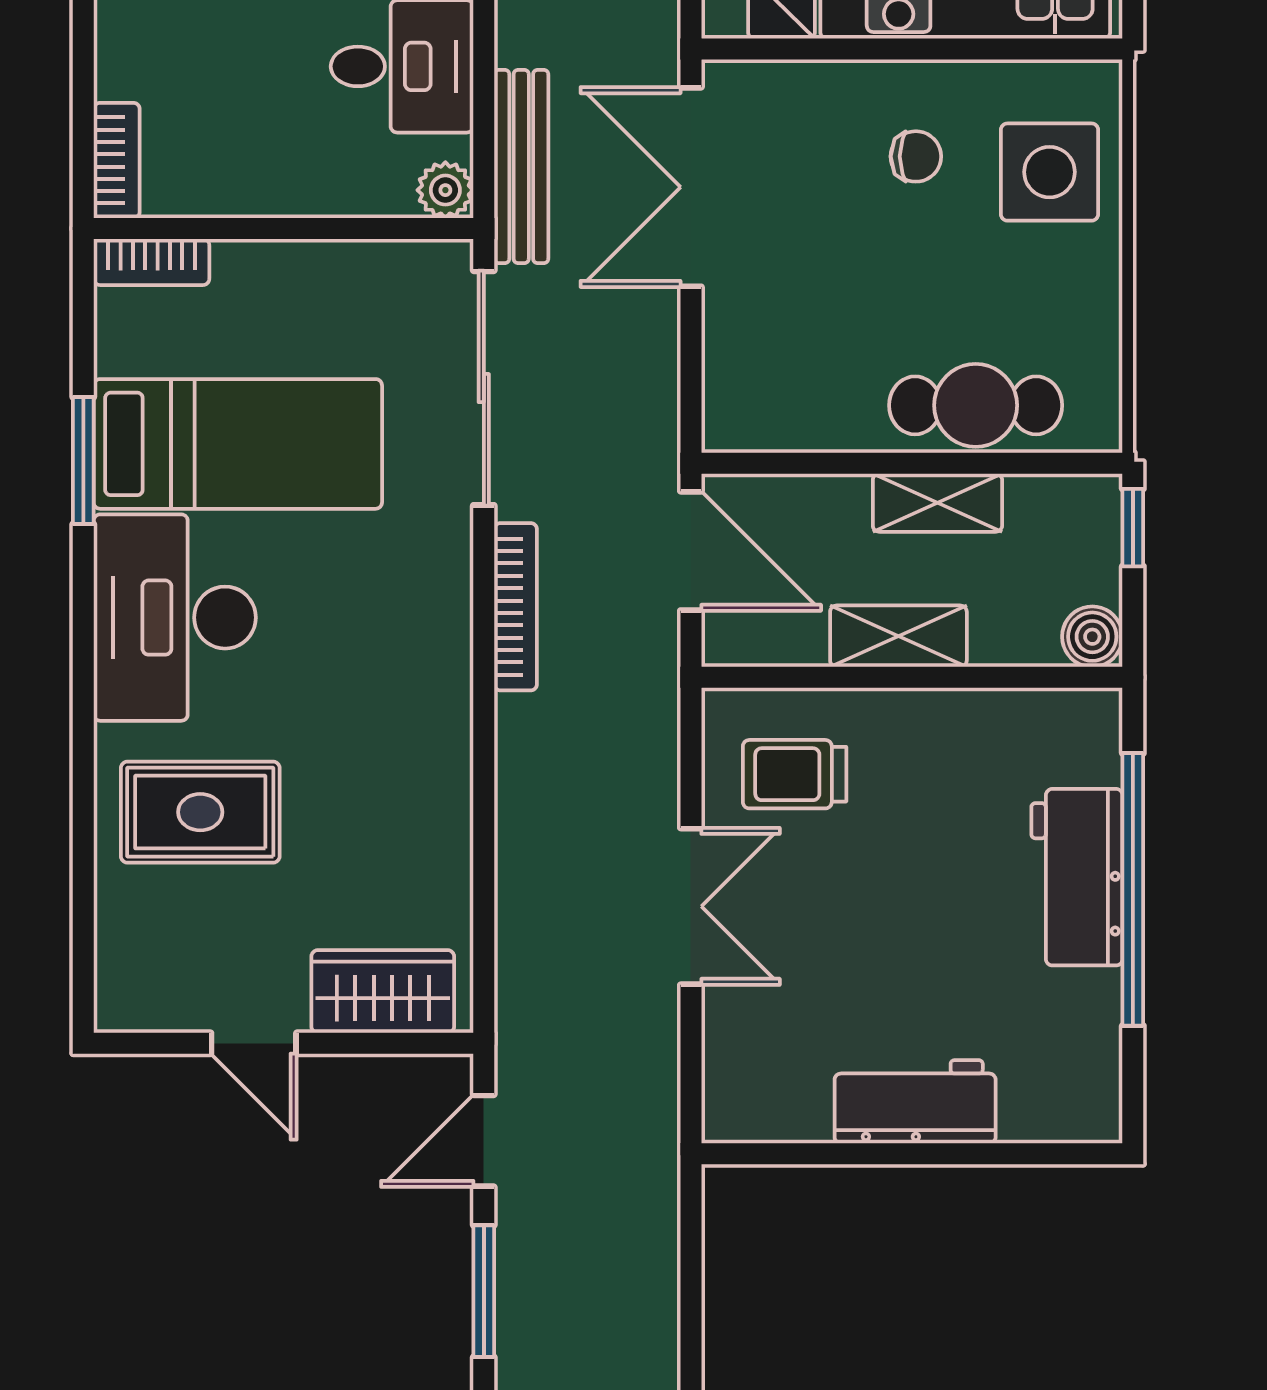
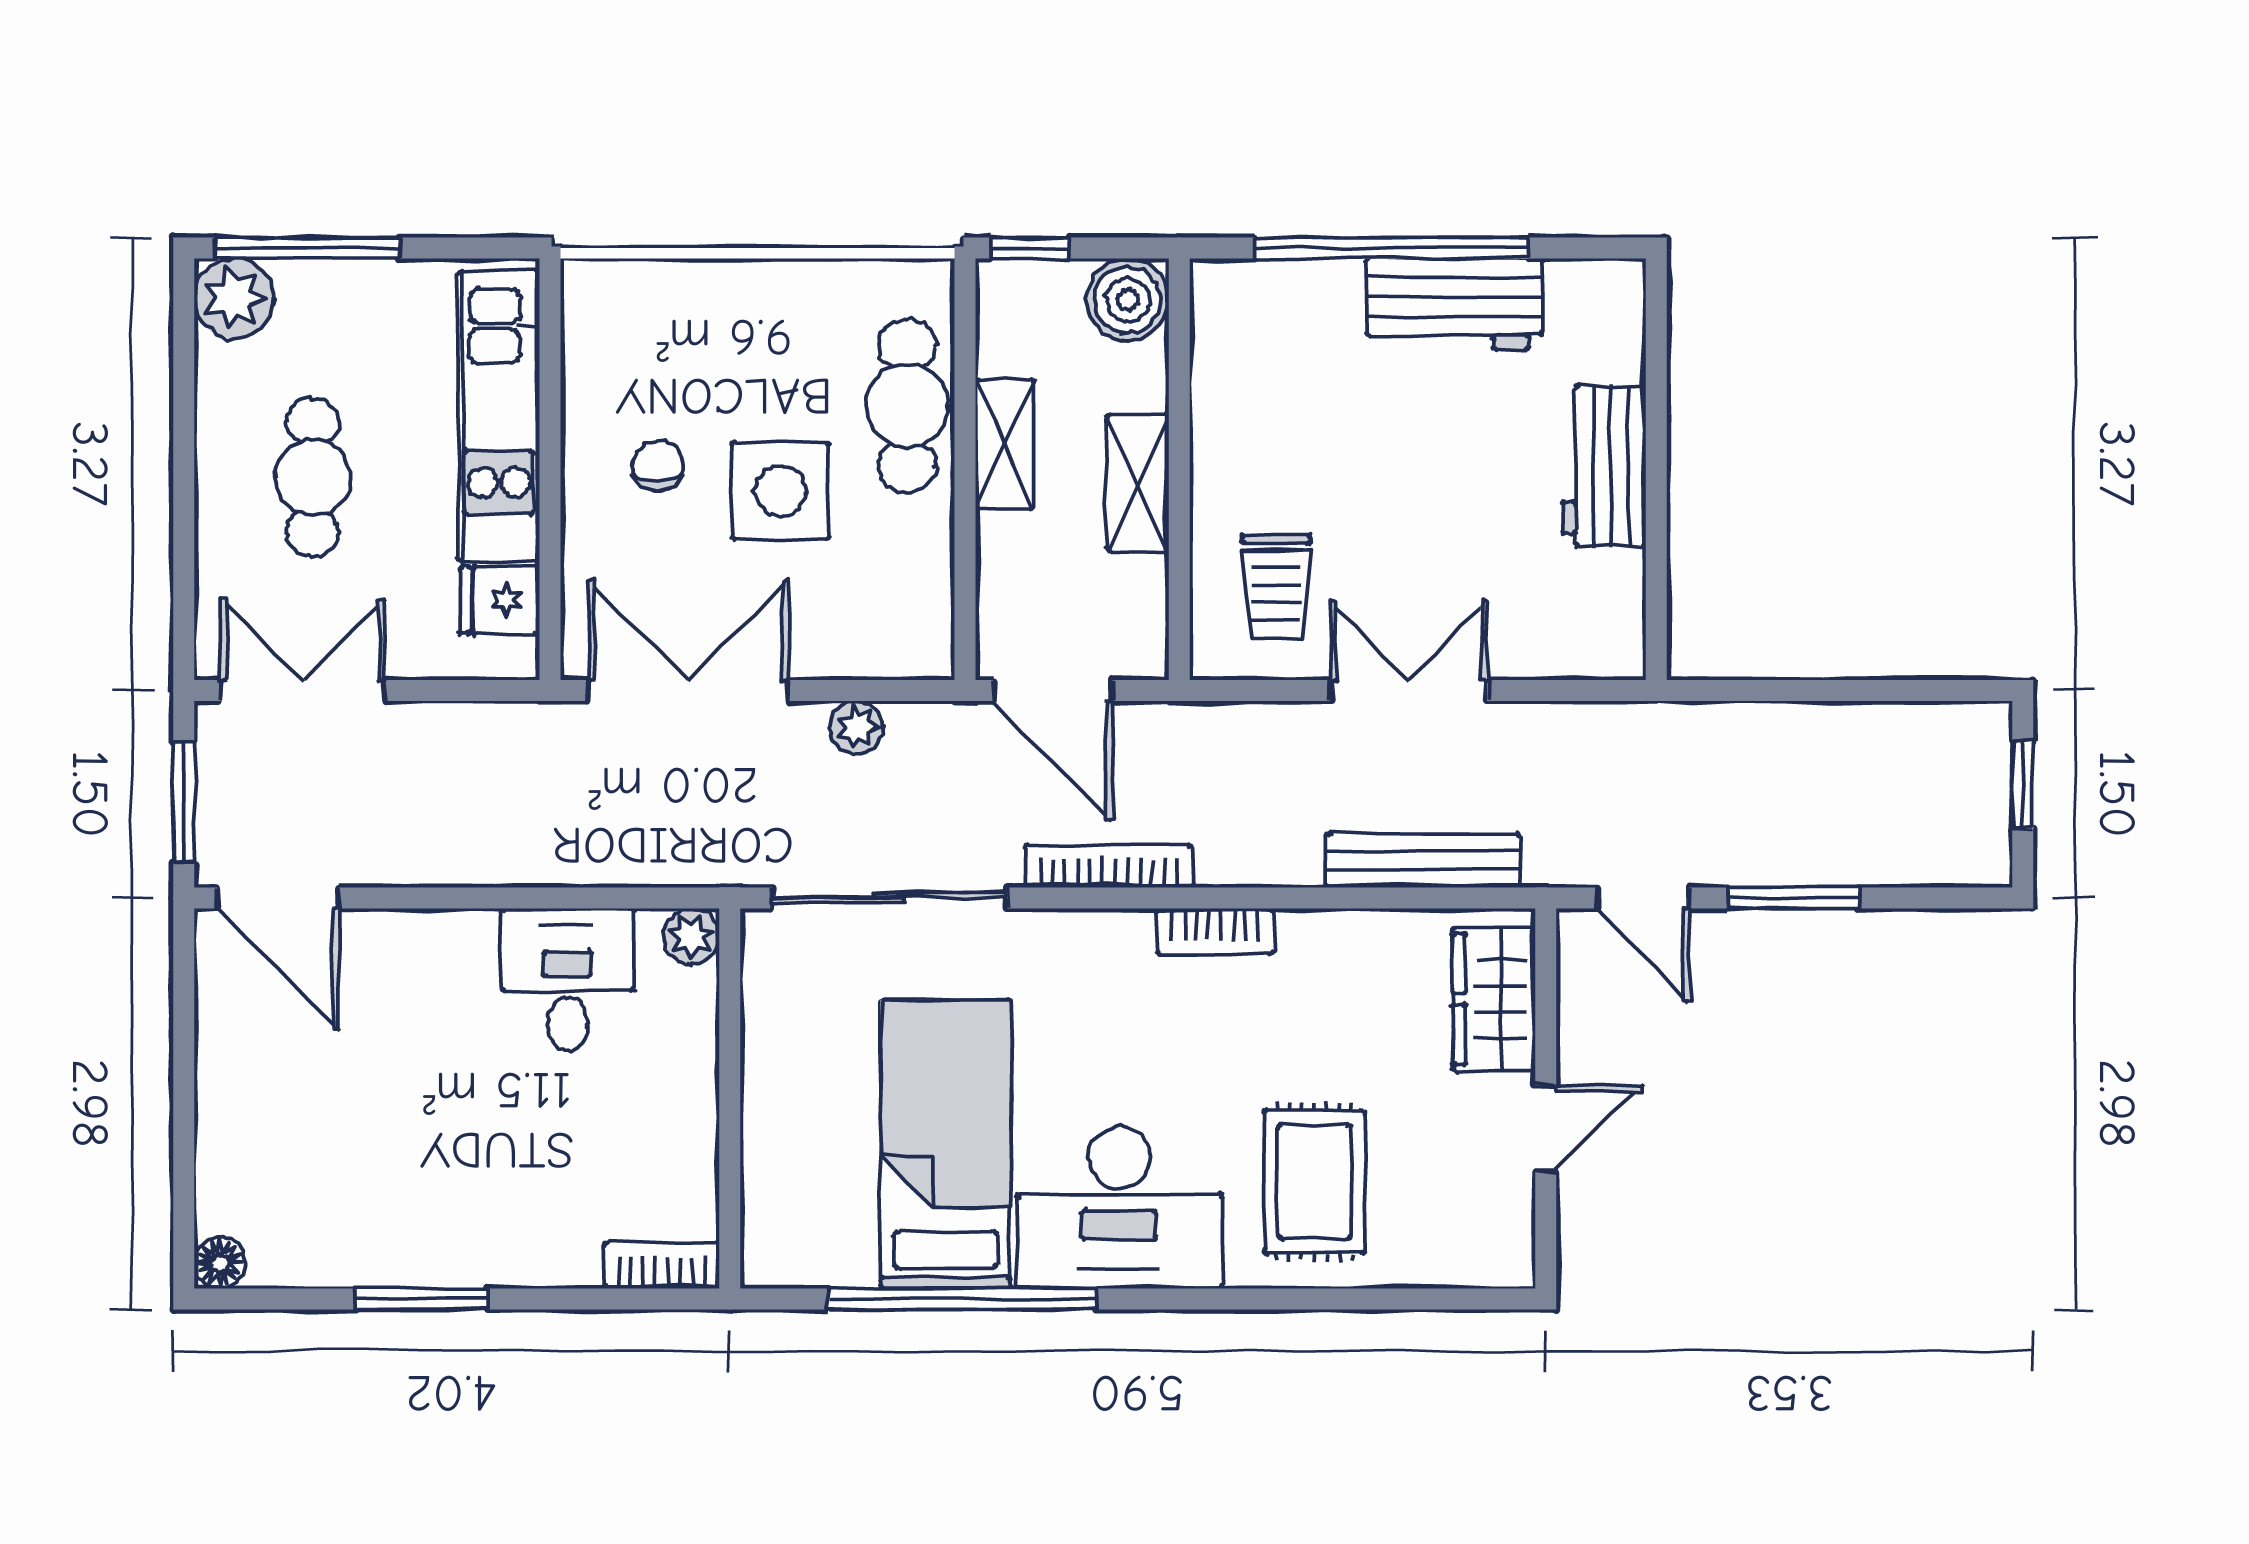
bench: (521, 166) -> (1423, 860), moved
side table: (1050, 172) -> (781, 491), moved
double door: (691, 187) -> (688, 691), swing flipped
bookcase: (151, 262) -> (1215, 931), moved, turned 90
plant: (654, 355) -> (857, 727), added
window: (83, 461) -> (962, 1299), width x2.11
door: (691, 551) -> (1053, 691), swing flipped
boiler: (1092, 637) -> (1128, 300), width x1.36, depth x1.36
workbench: (1077, 877) -> (1454, 304), moved

